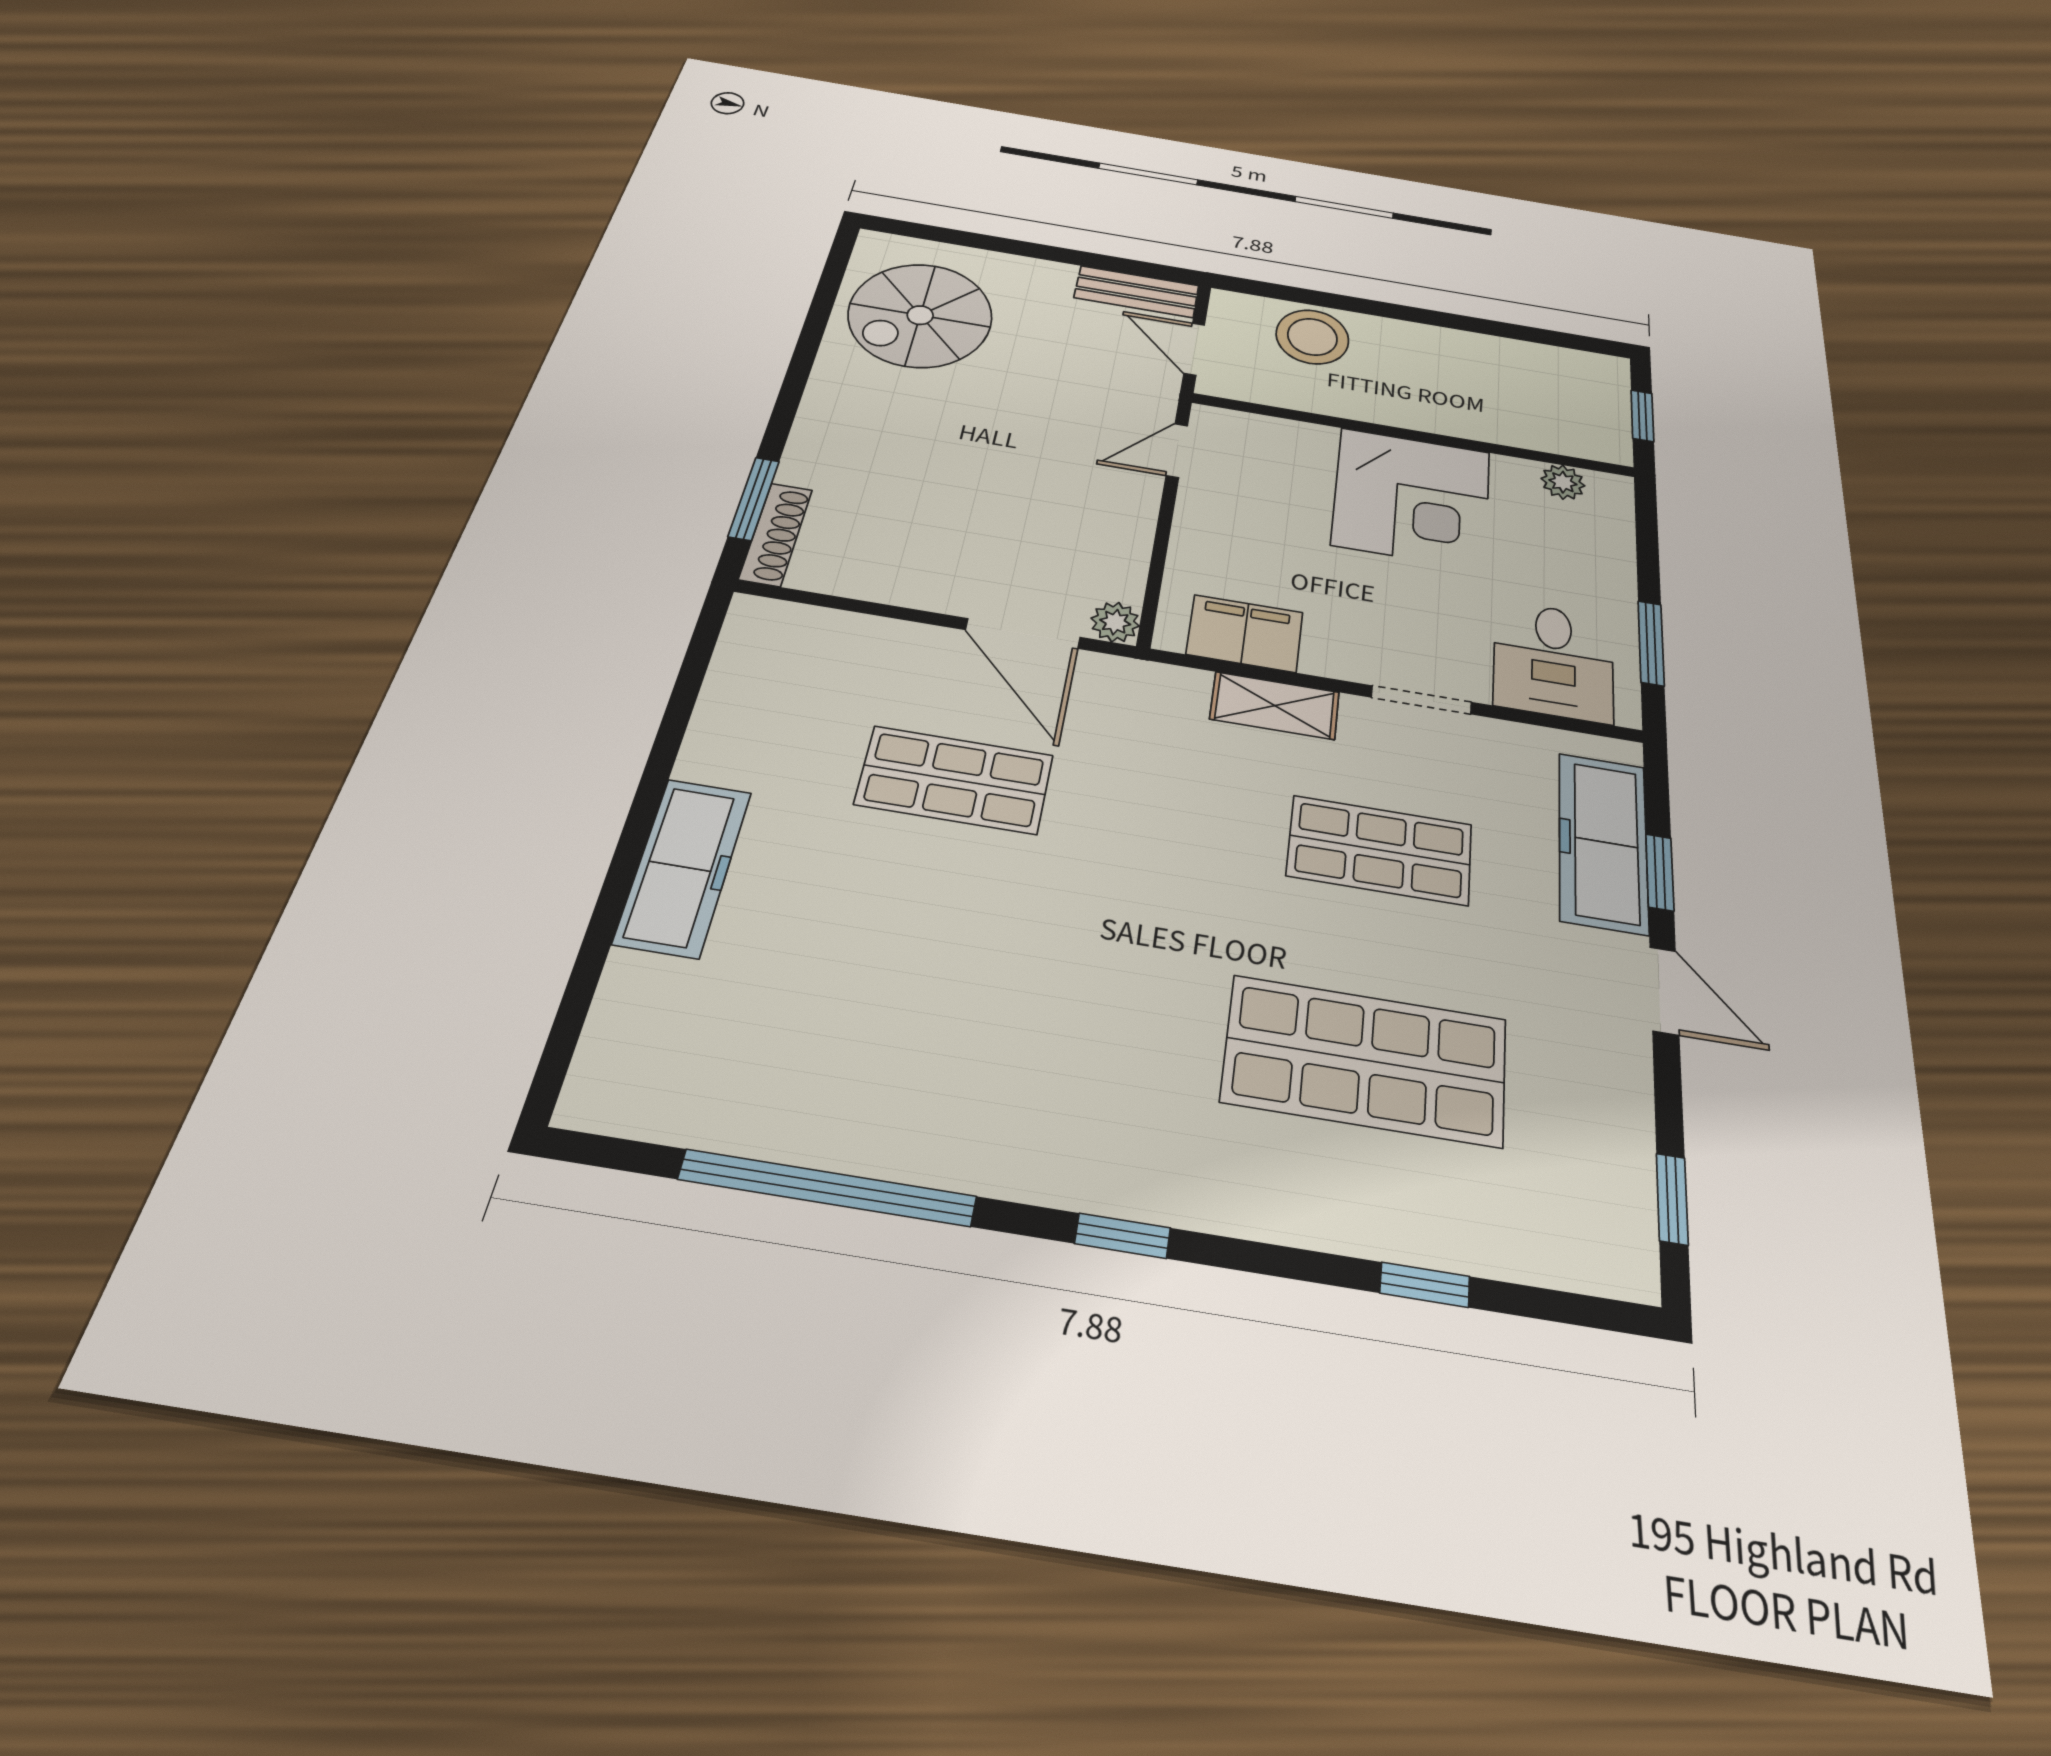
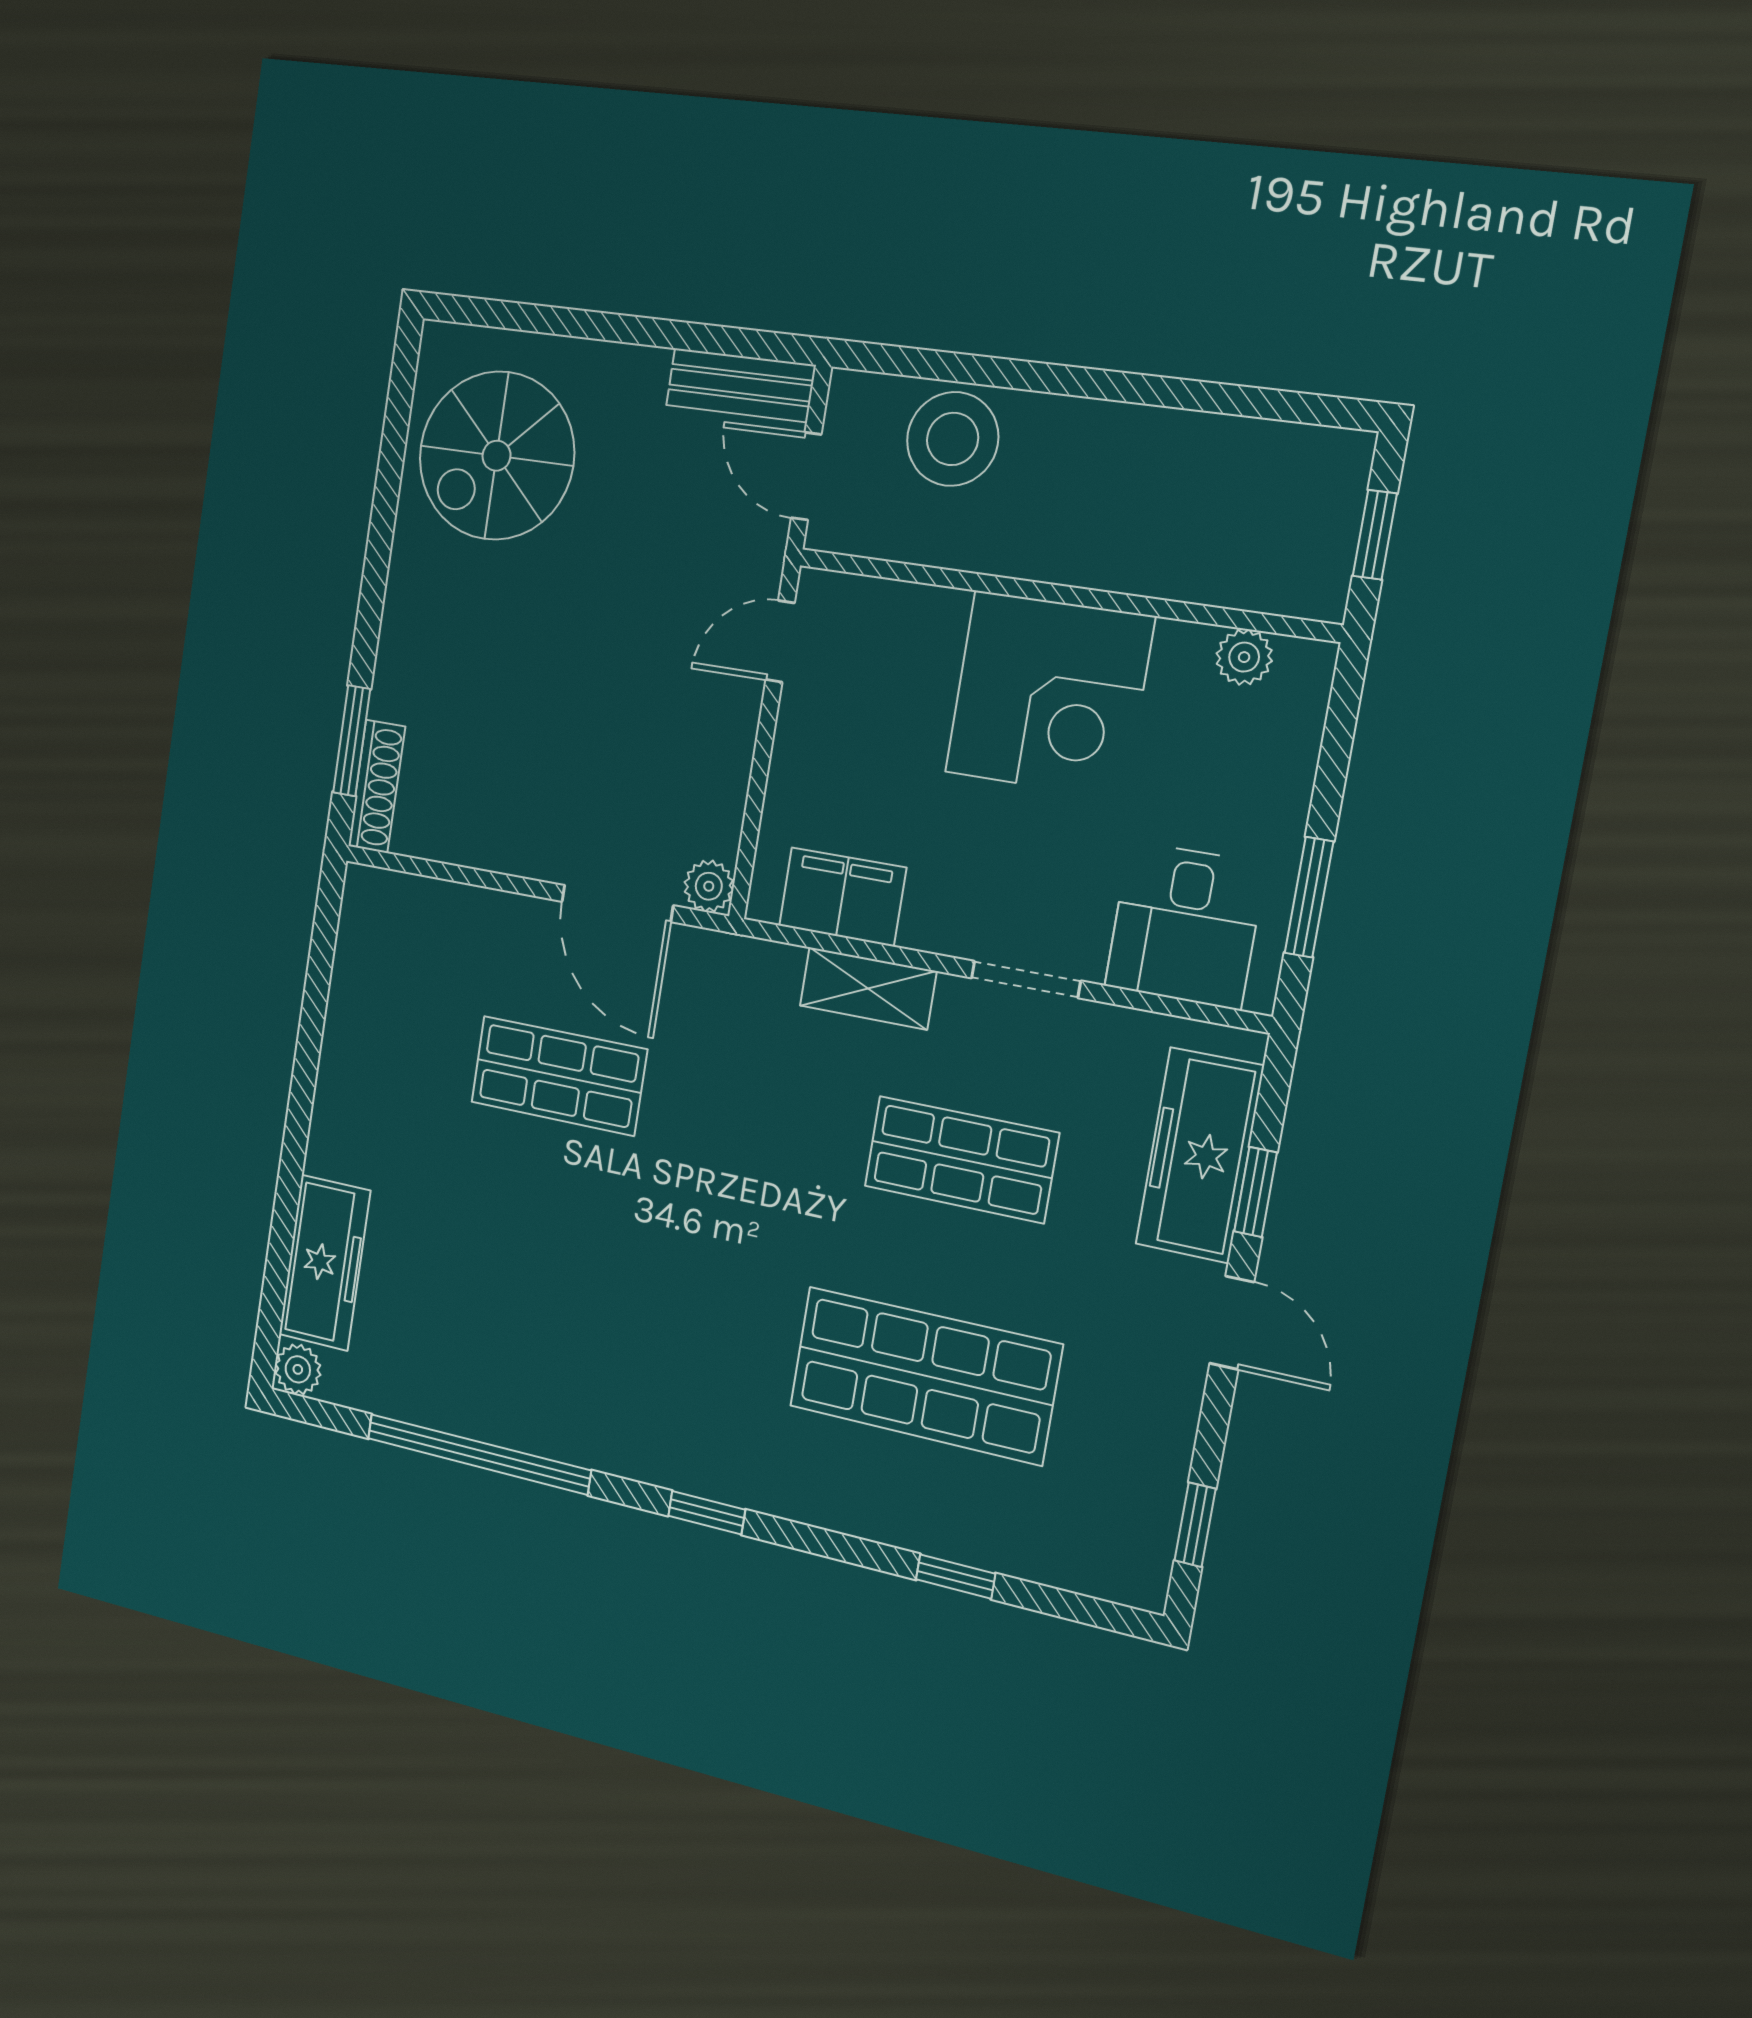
freezer: (683, 867) -> (325, 1263), moved
plant: (590, 1100) -> (298, 1369), added

